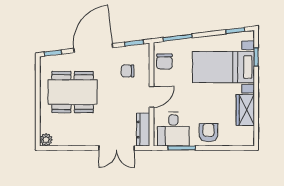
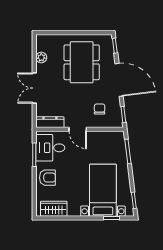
chair: (164, 62) -> (108, 140), removed
wardrobe: (245, 110) -> (54, 209), moved
plant: (46, 140) -> (41, 58), moved
double door: (117, 148) -> (34, 88), moved

